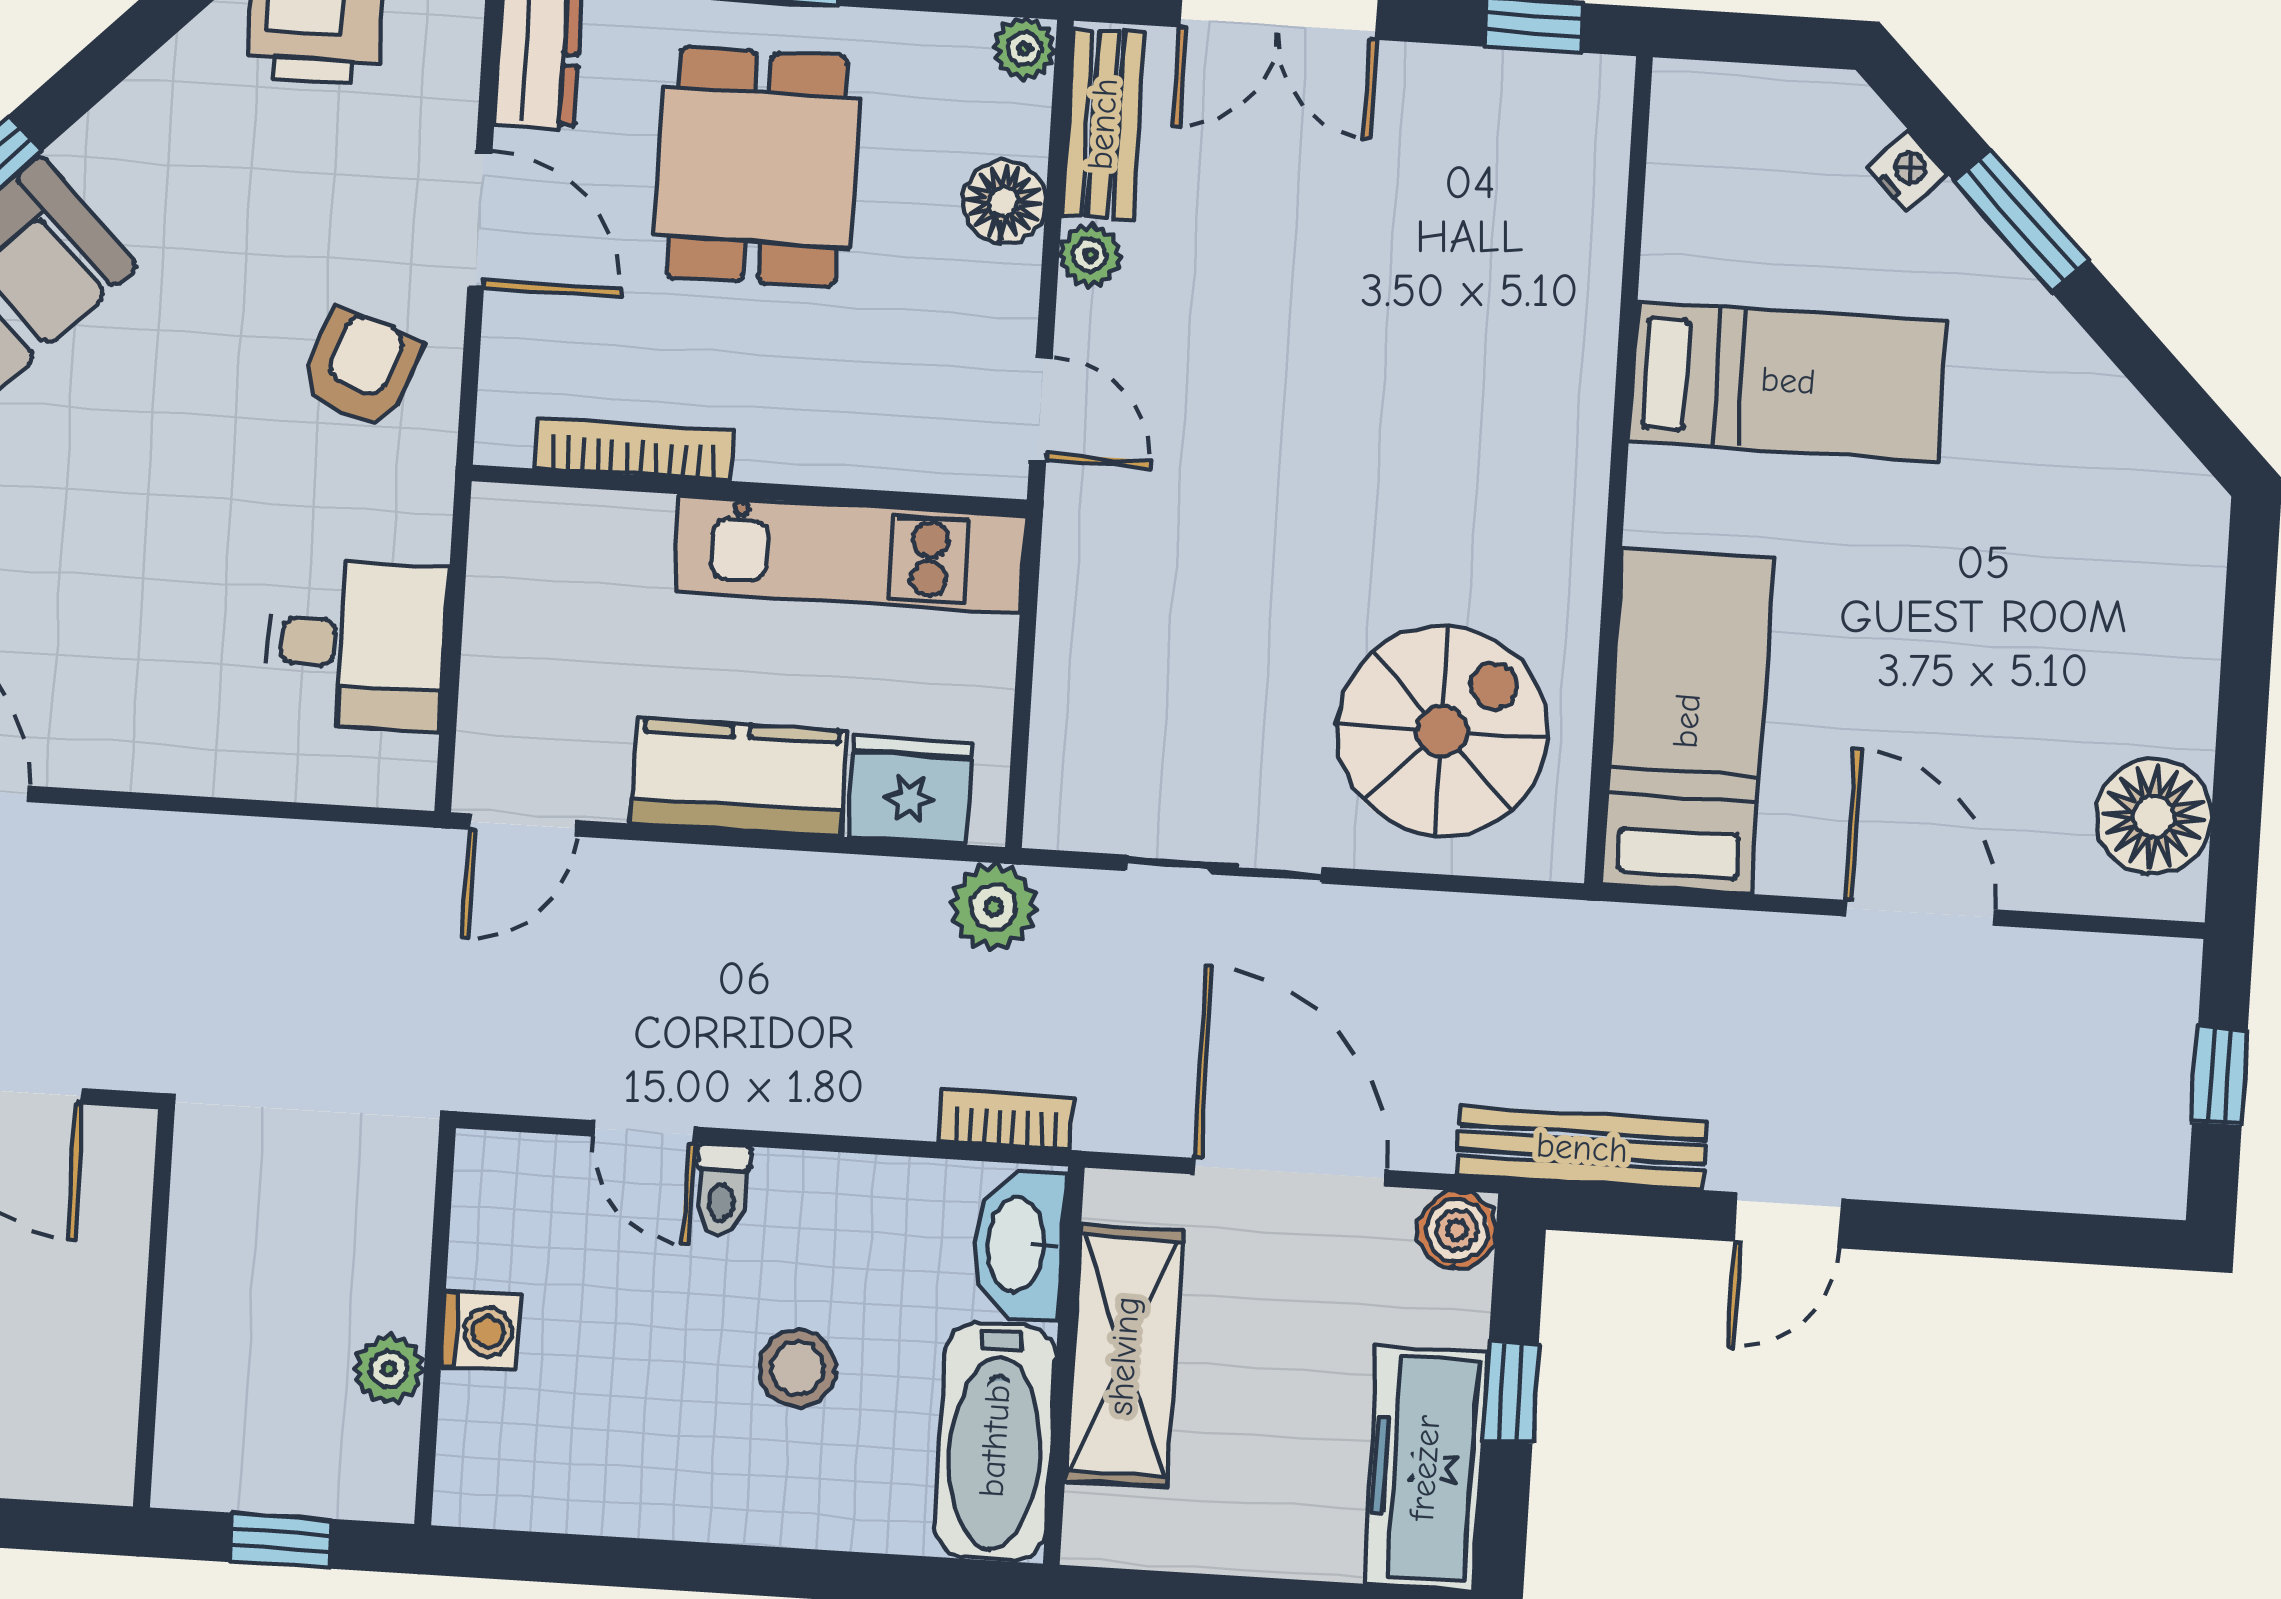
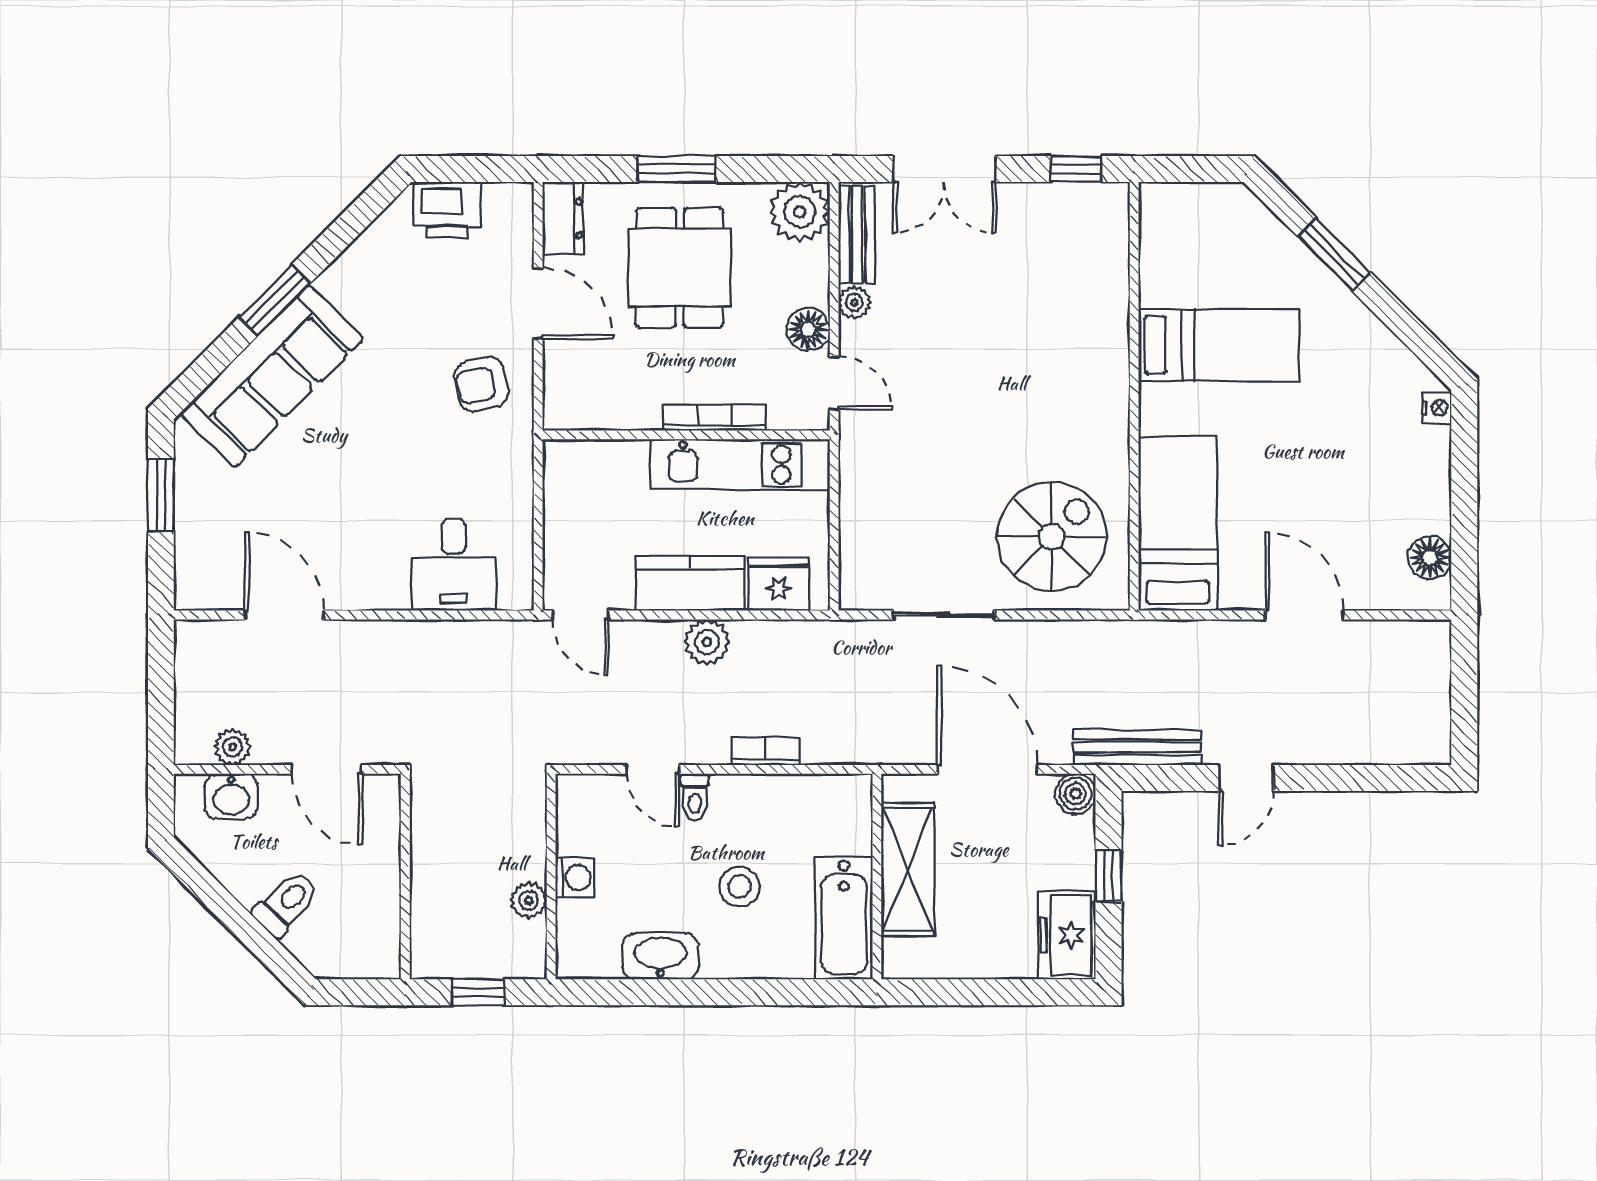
plant: (1024, 49) -> (800, 212), width x1.87, depth x1.87
nightstand: (1907, 171) -> (1437, 408), moved, turned 45
floor lamp: (1004, 202) -> (808, 330), moved
armchair: (361, 368) -> (482, 384), turned -123
bookcase: (634, 450) -> (715, 418), moved
desk: (356, 644) -> (454, 565), moved, turned 90
floor lamp: (2154, 816) -> (1430, 558), width x0.73, depth x0.73
door: (523, 825) -> (580, 615), hinge flipped
plant: (993, 907) -> (707, 642), moved
window: (2220, 1076) -> (1464, 690), removed
bookcase: (1006, 1119) -> (765, 751), moved
washbasin: (1018, 1245) -> (660, 956), moved, turned 90
freezer: (1425, 1468) -> (1067, 935), width x0.71

